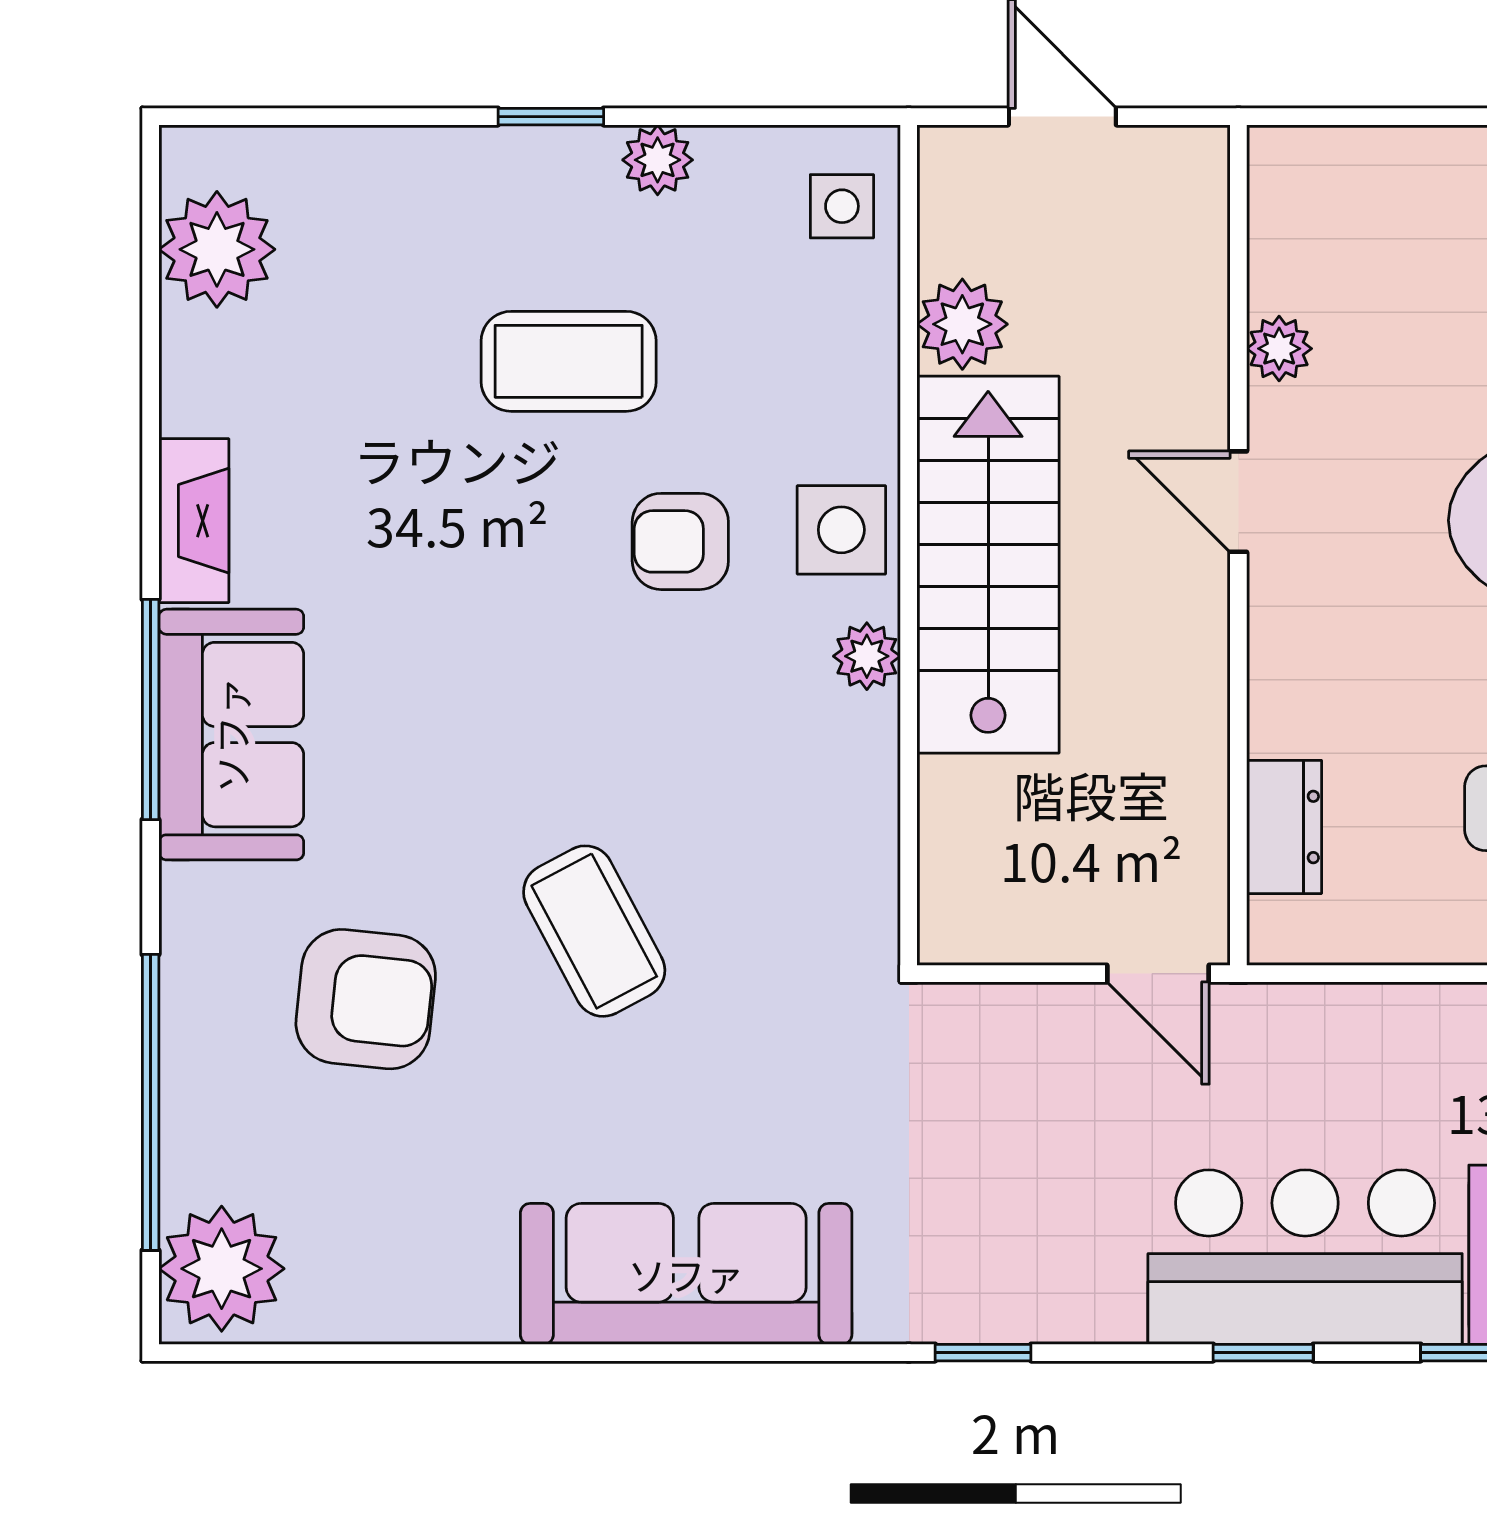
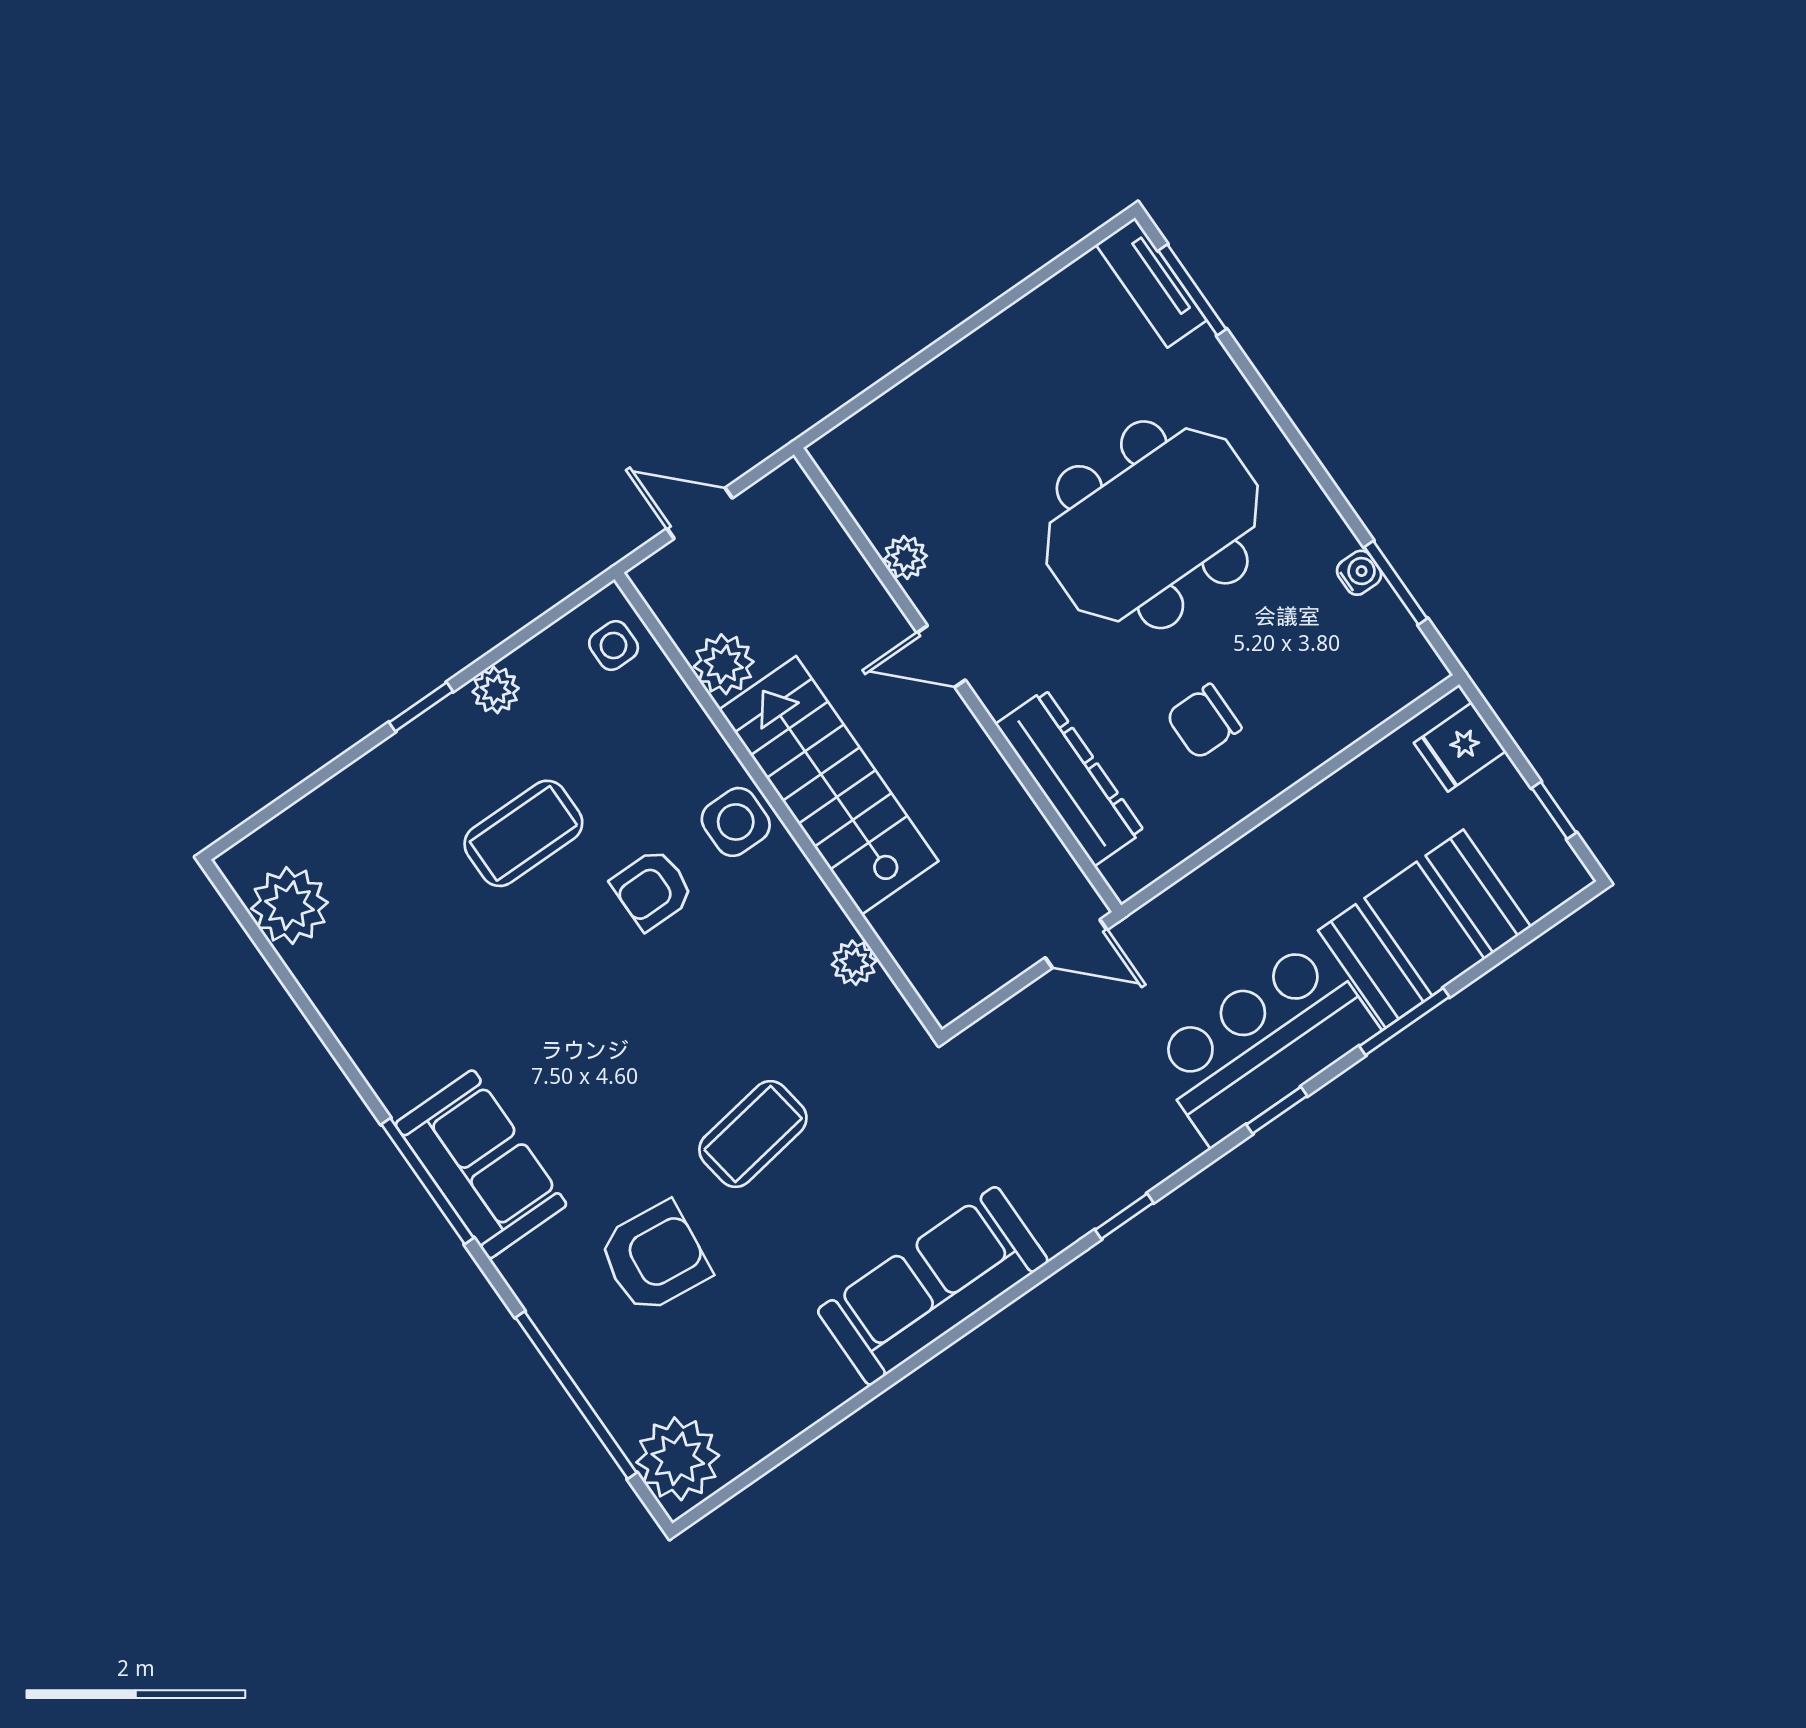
fireplace: (194, 521) -> (380, 1062), removed
plant: (867, 656) -> (854, 963), moved
dresser: (1284, 827) -> (1070, 778), width x1.96, depth x1.24
coffee table: (594, 931) -> (753, 1134), turned -71

